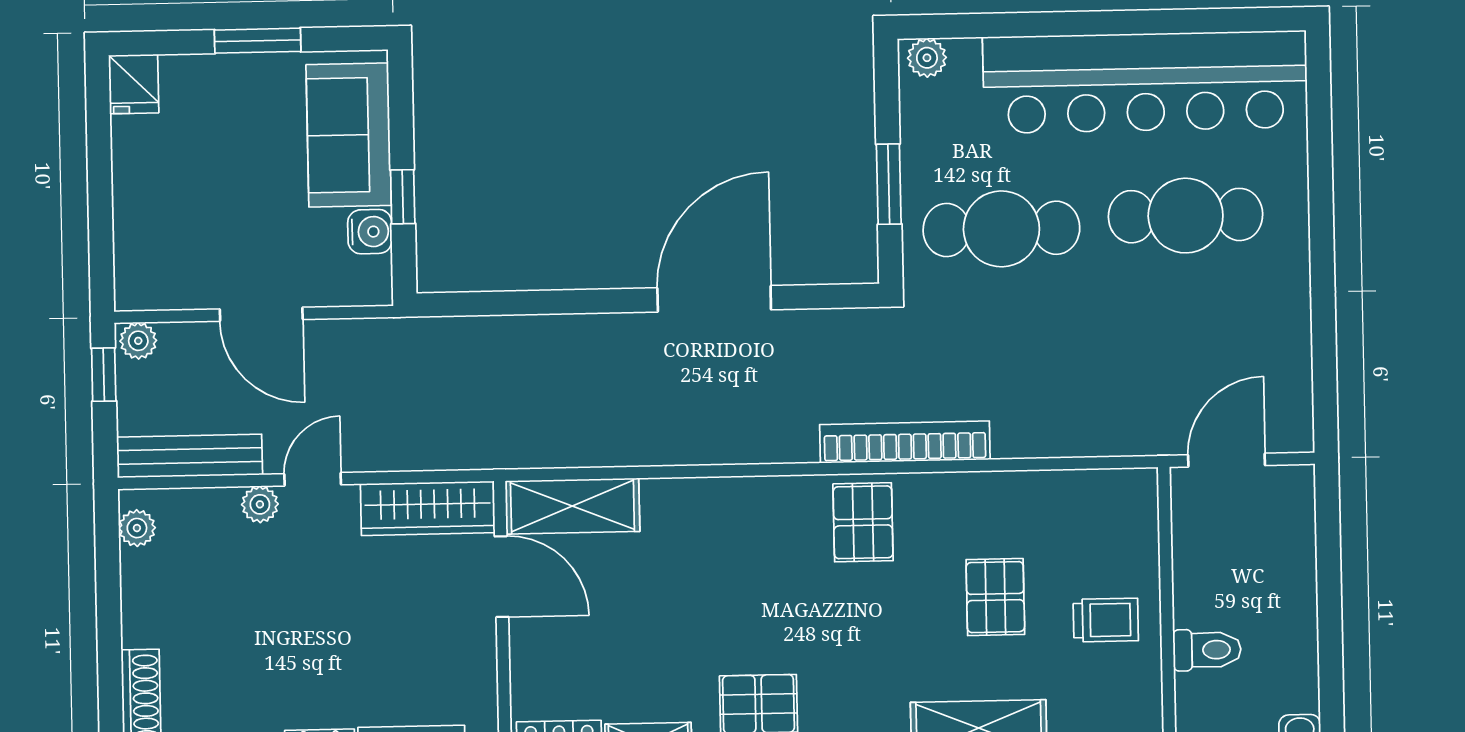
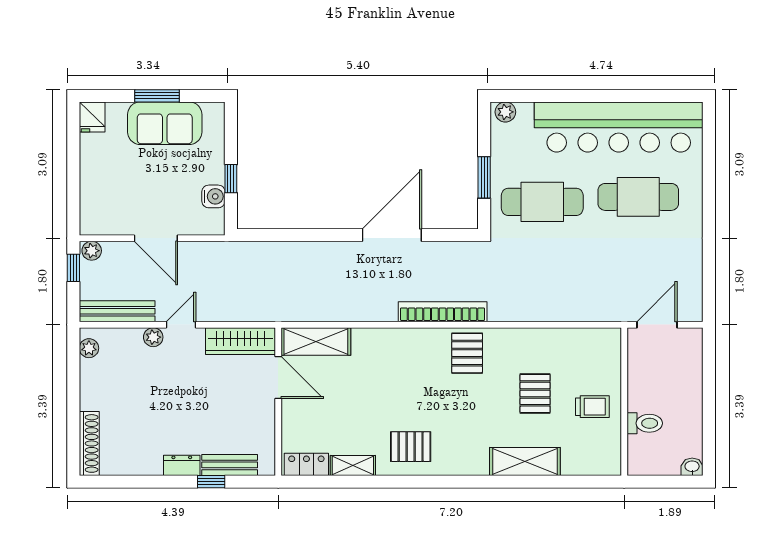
sofa: (349, 135) -> (165, 123), moved, turned -90
bookcase: (905, 442) -> (443, 312), moved

